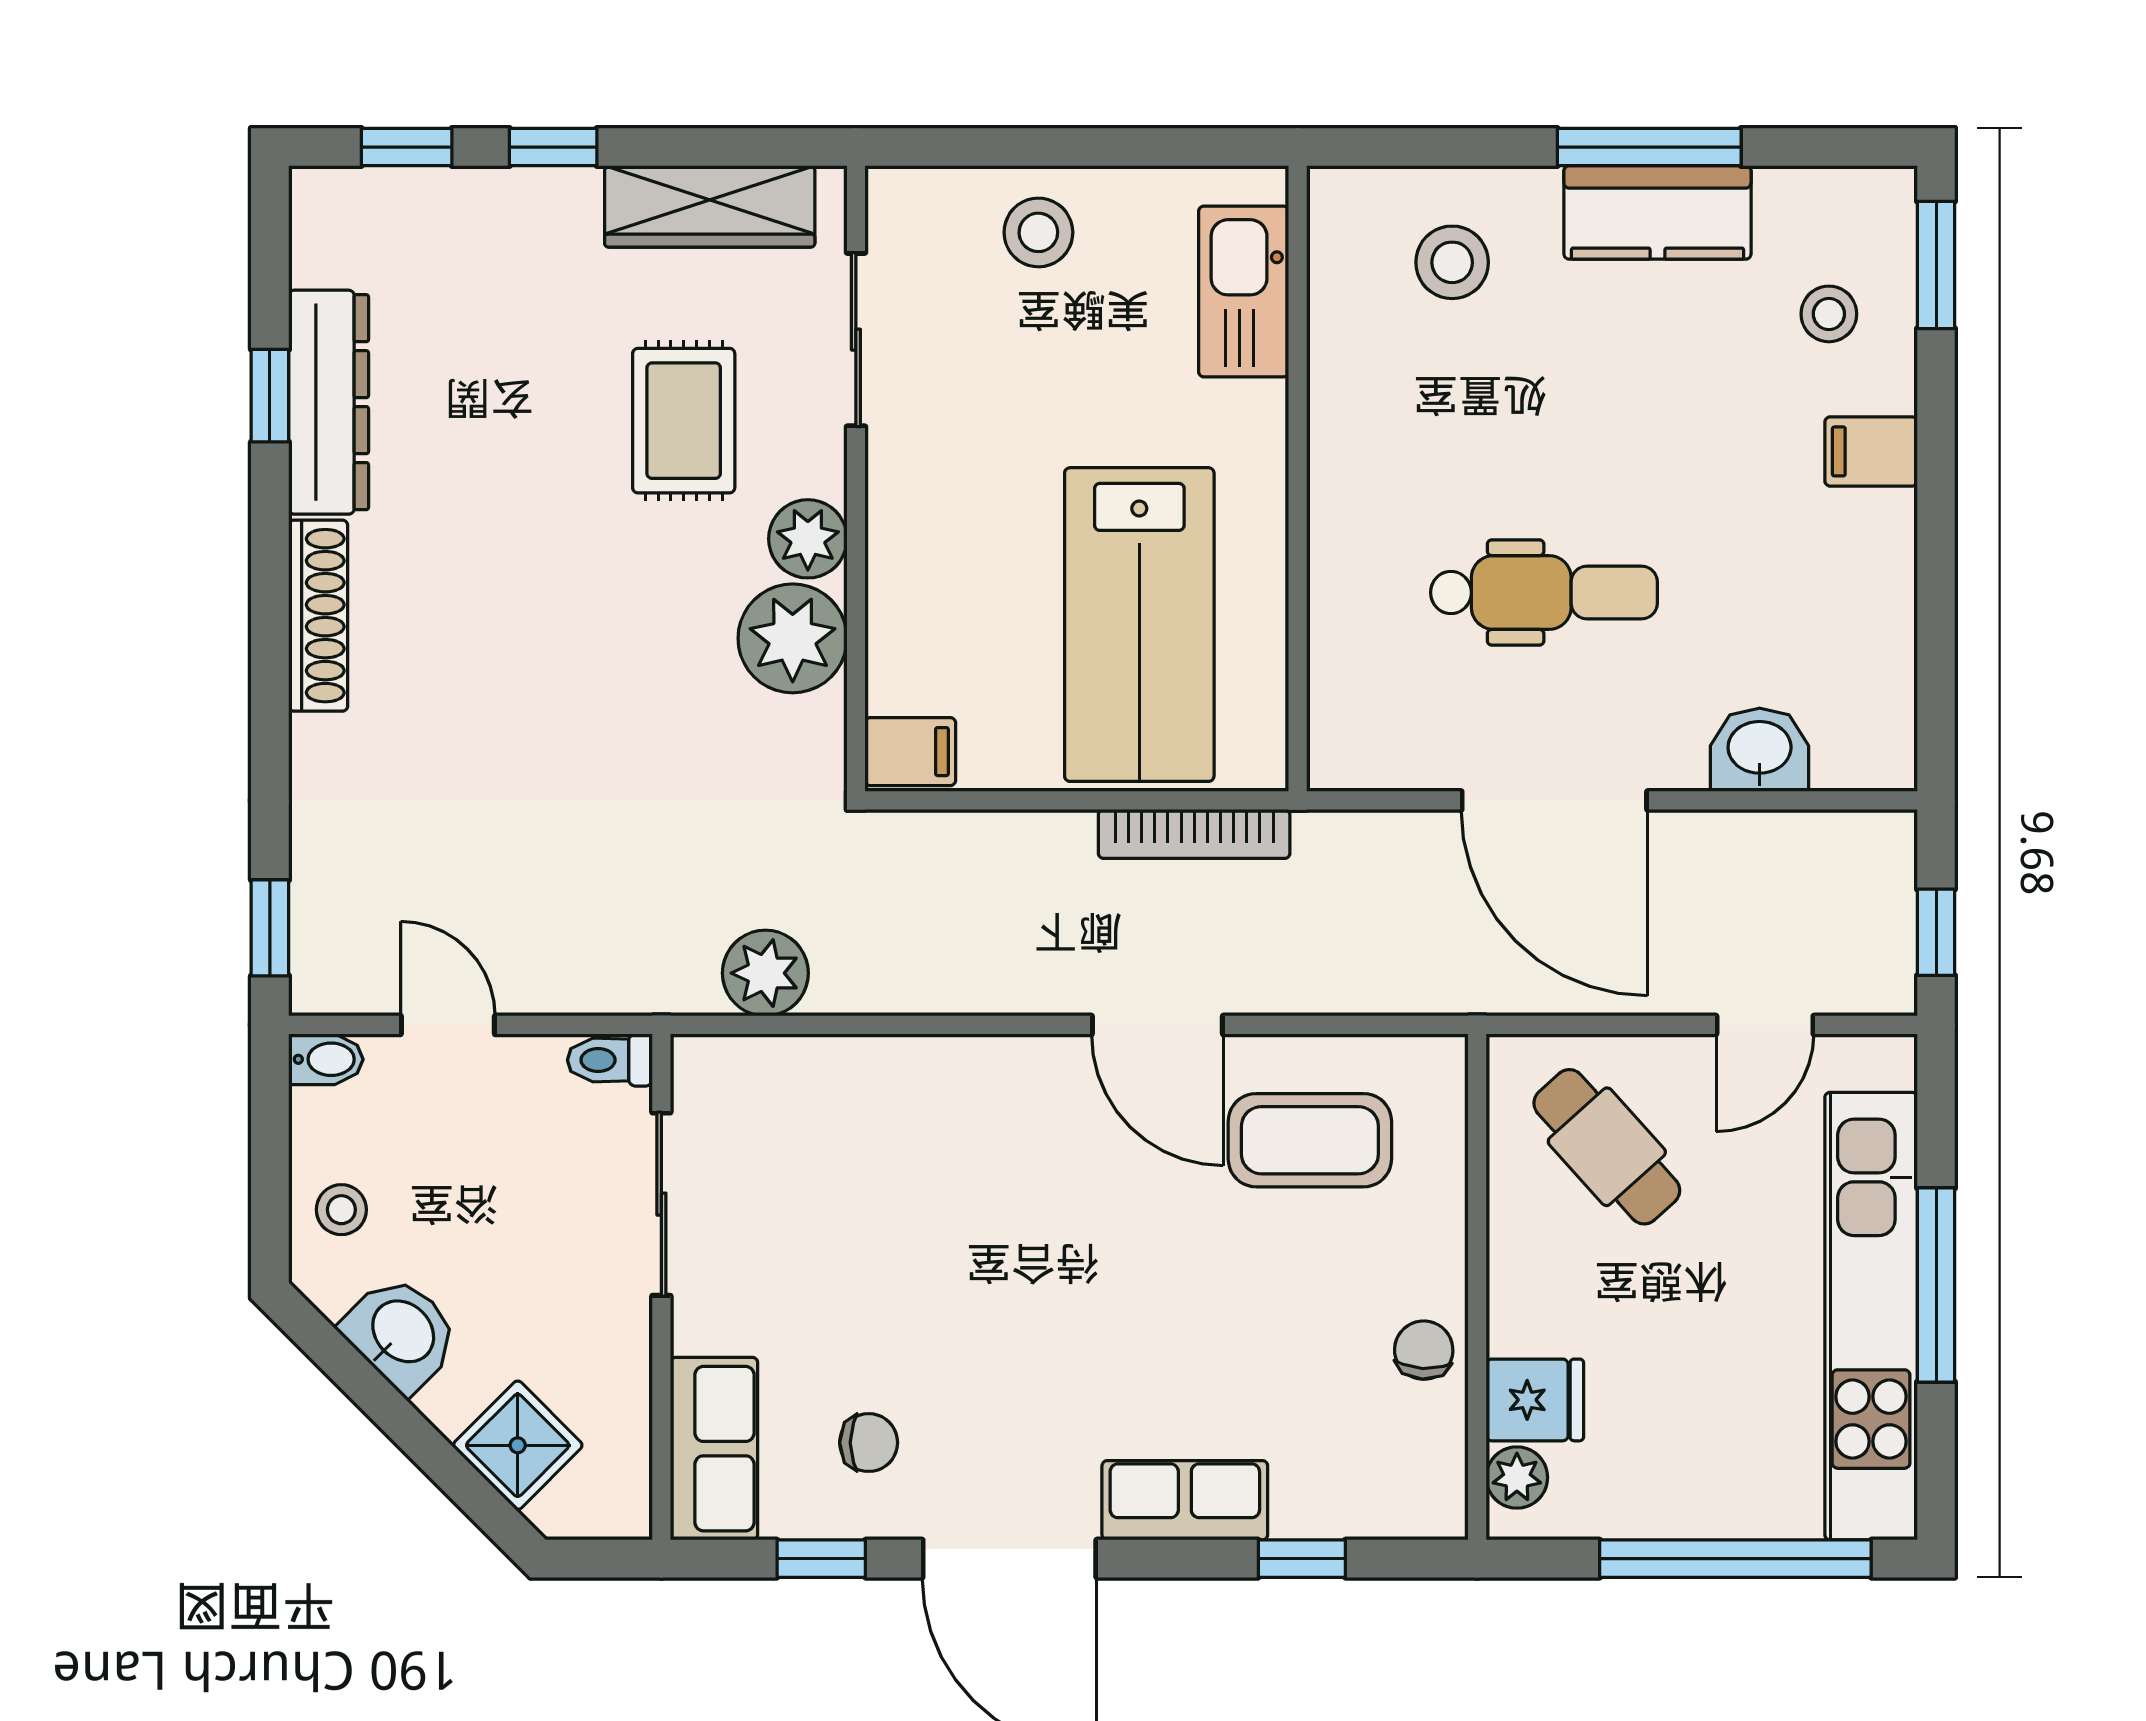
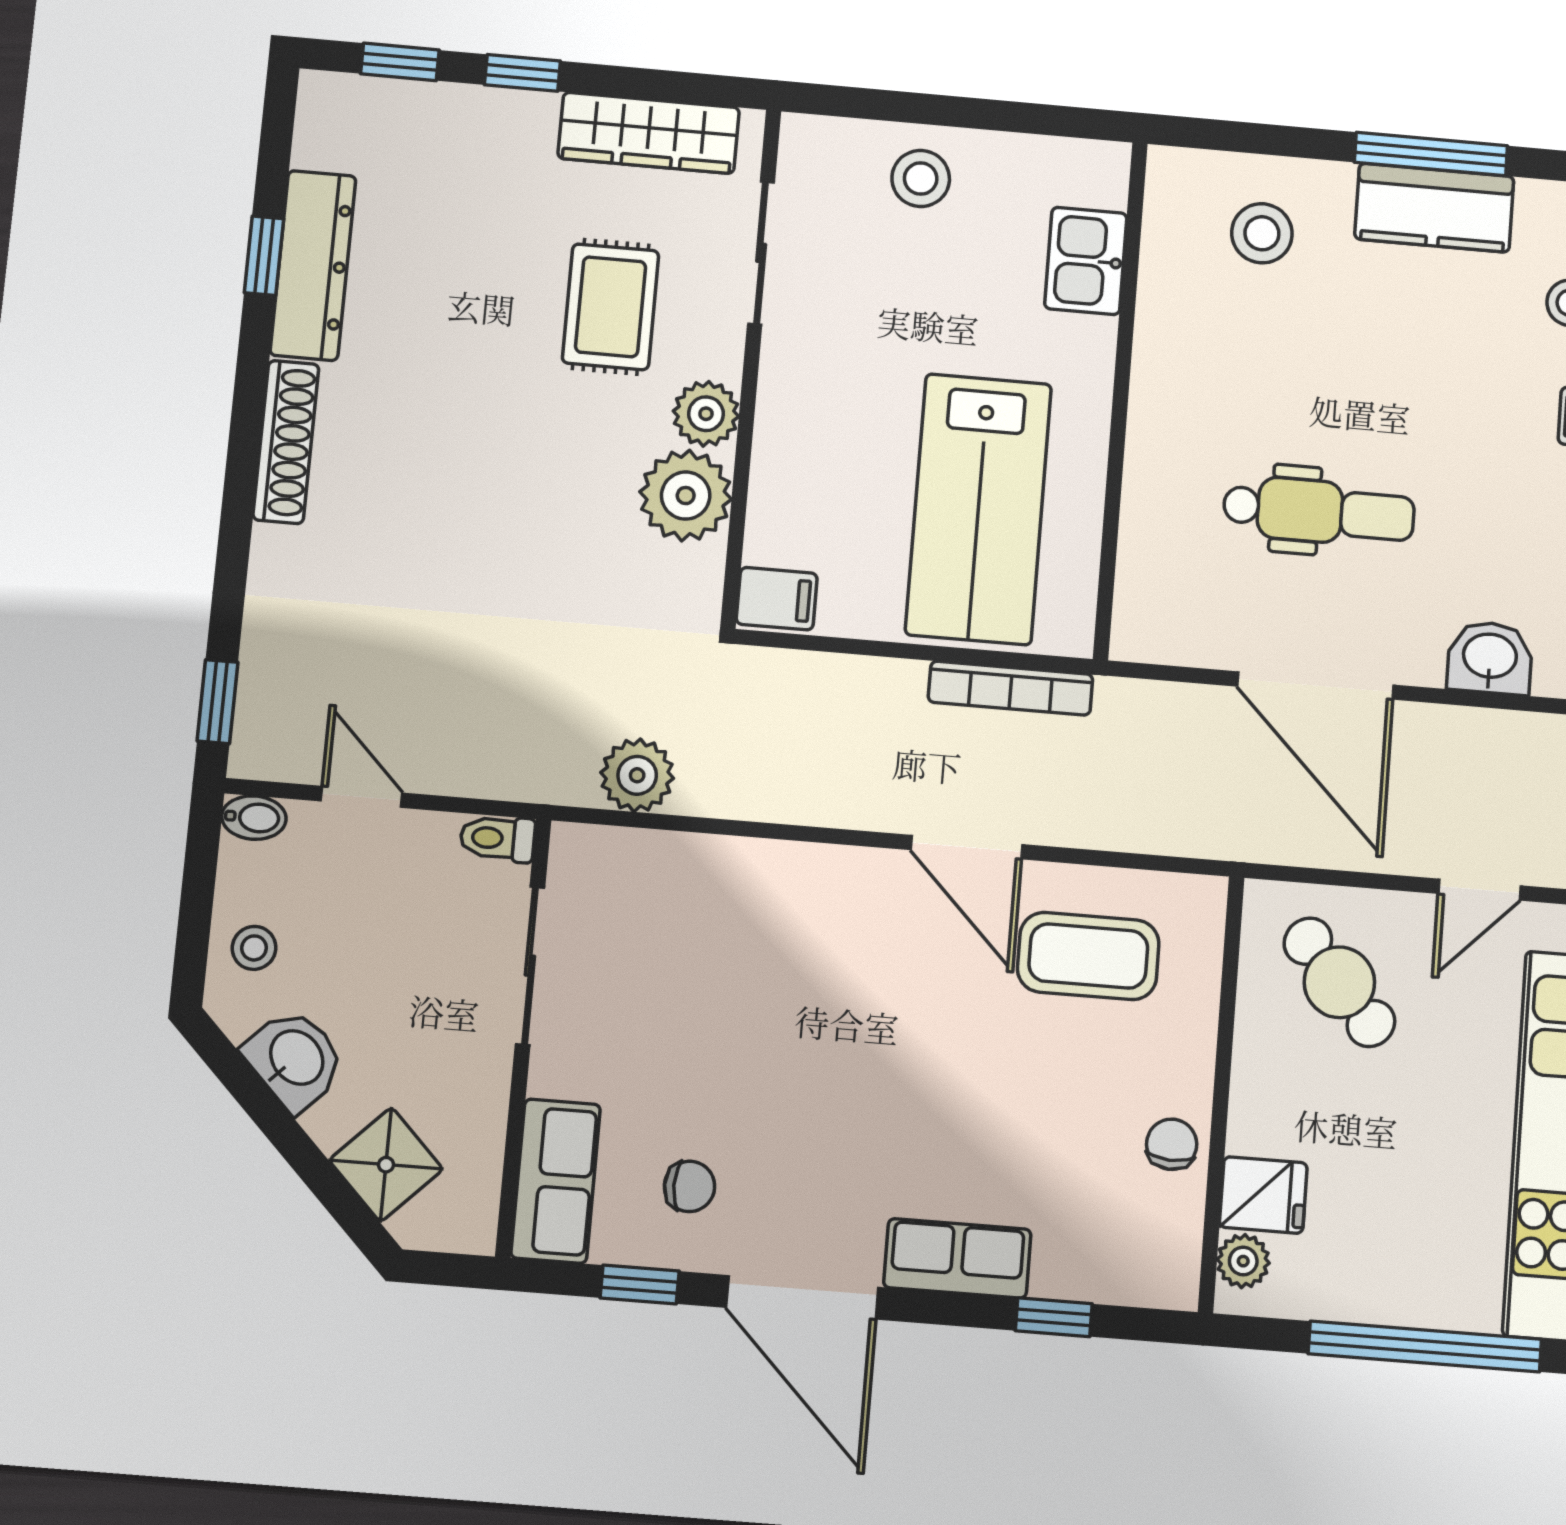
kitchen sink: (1244, 291) -> (1086, 261), width x0.73

